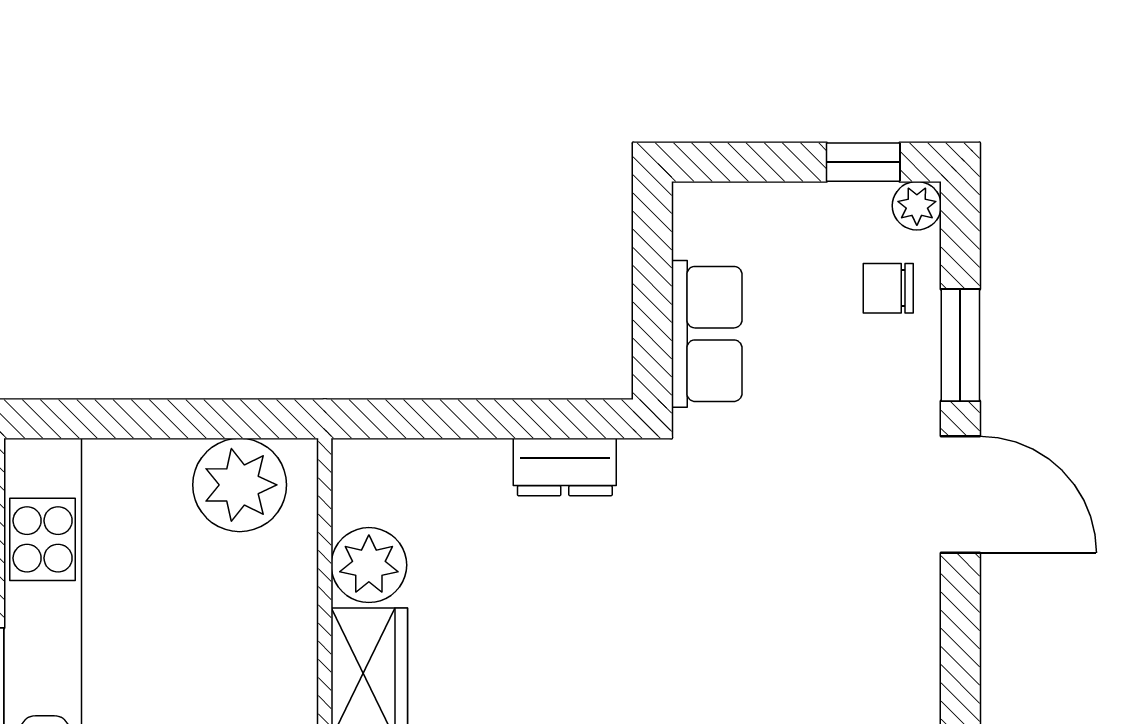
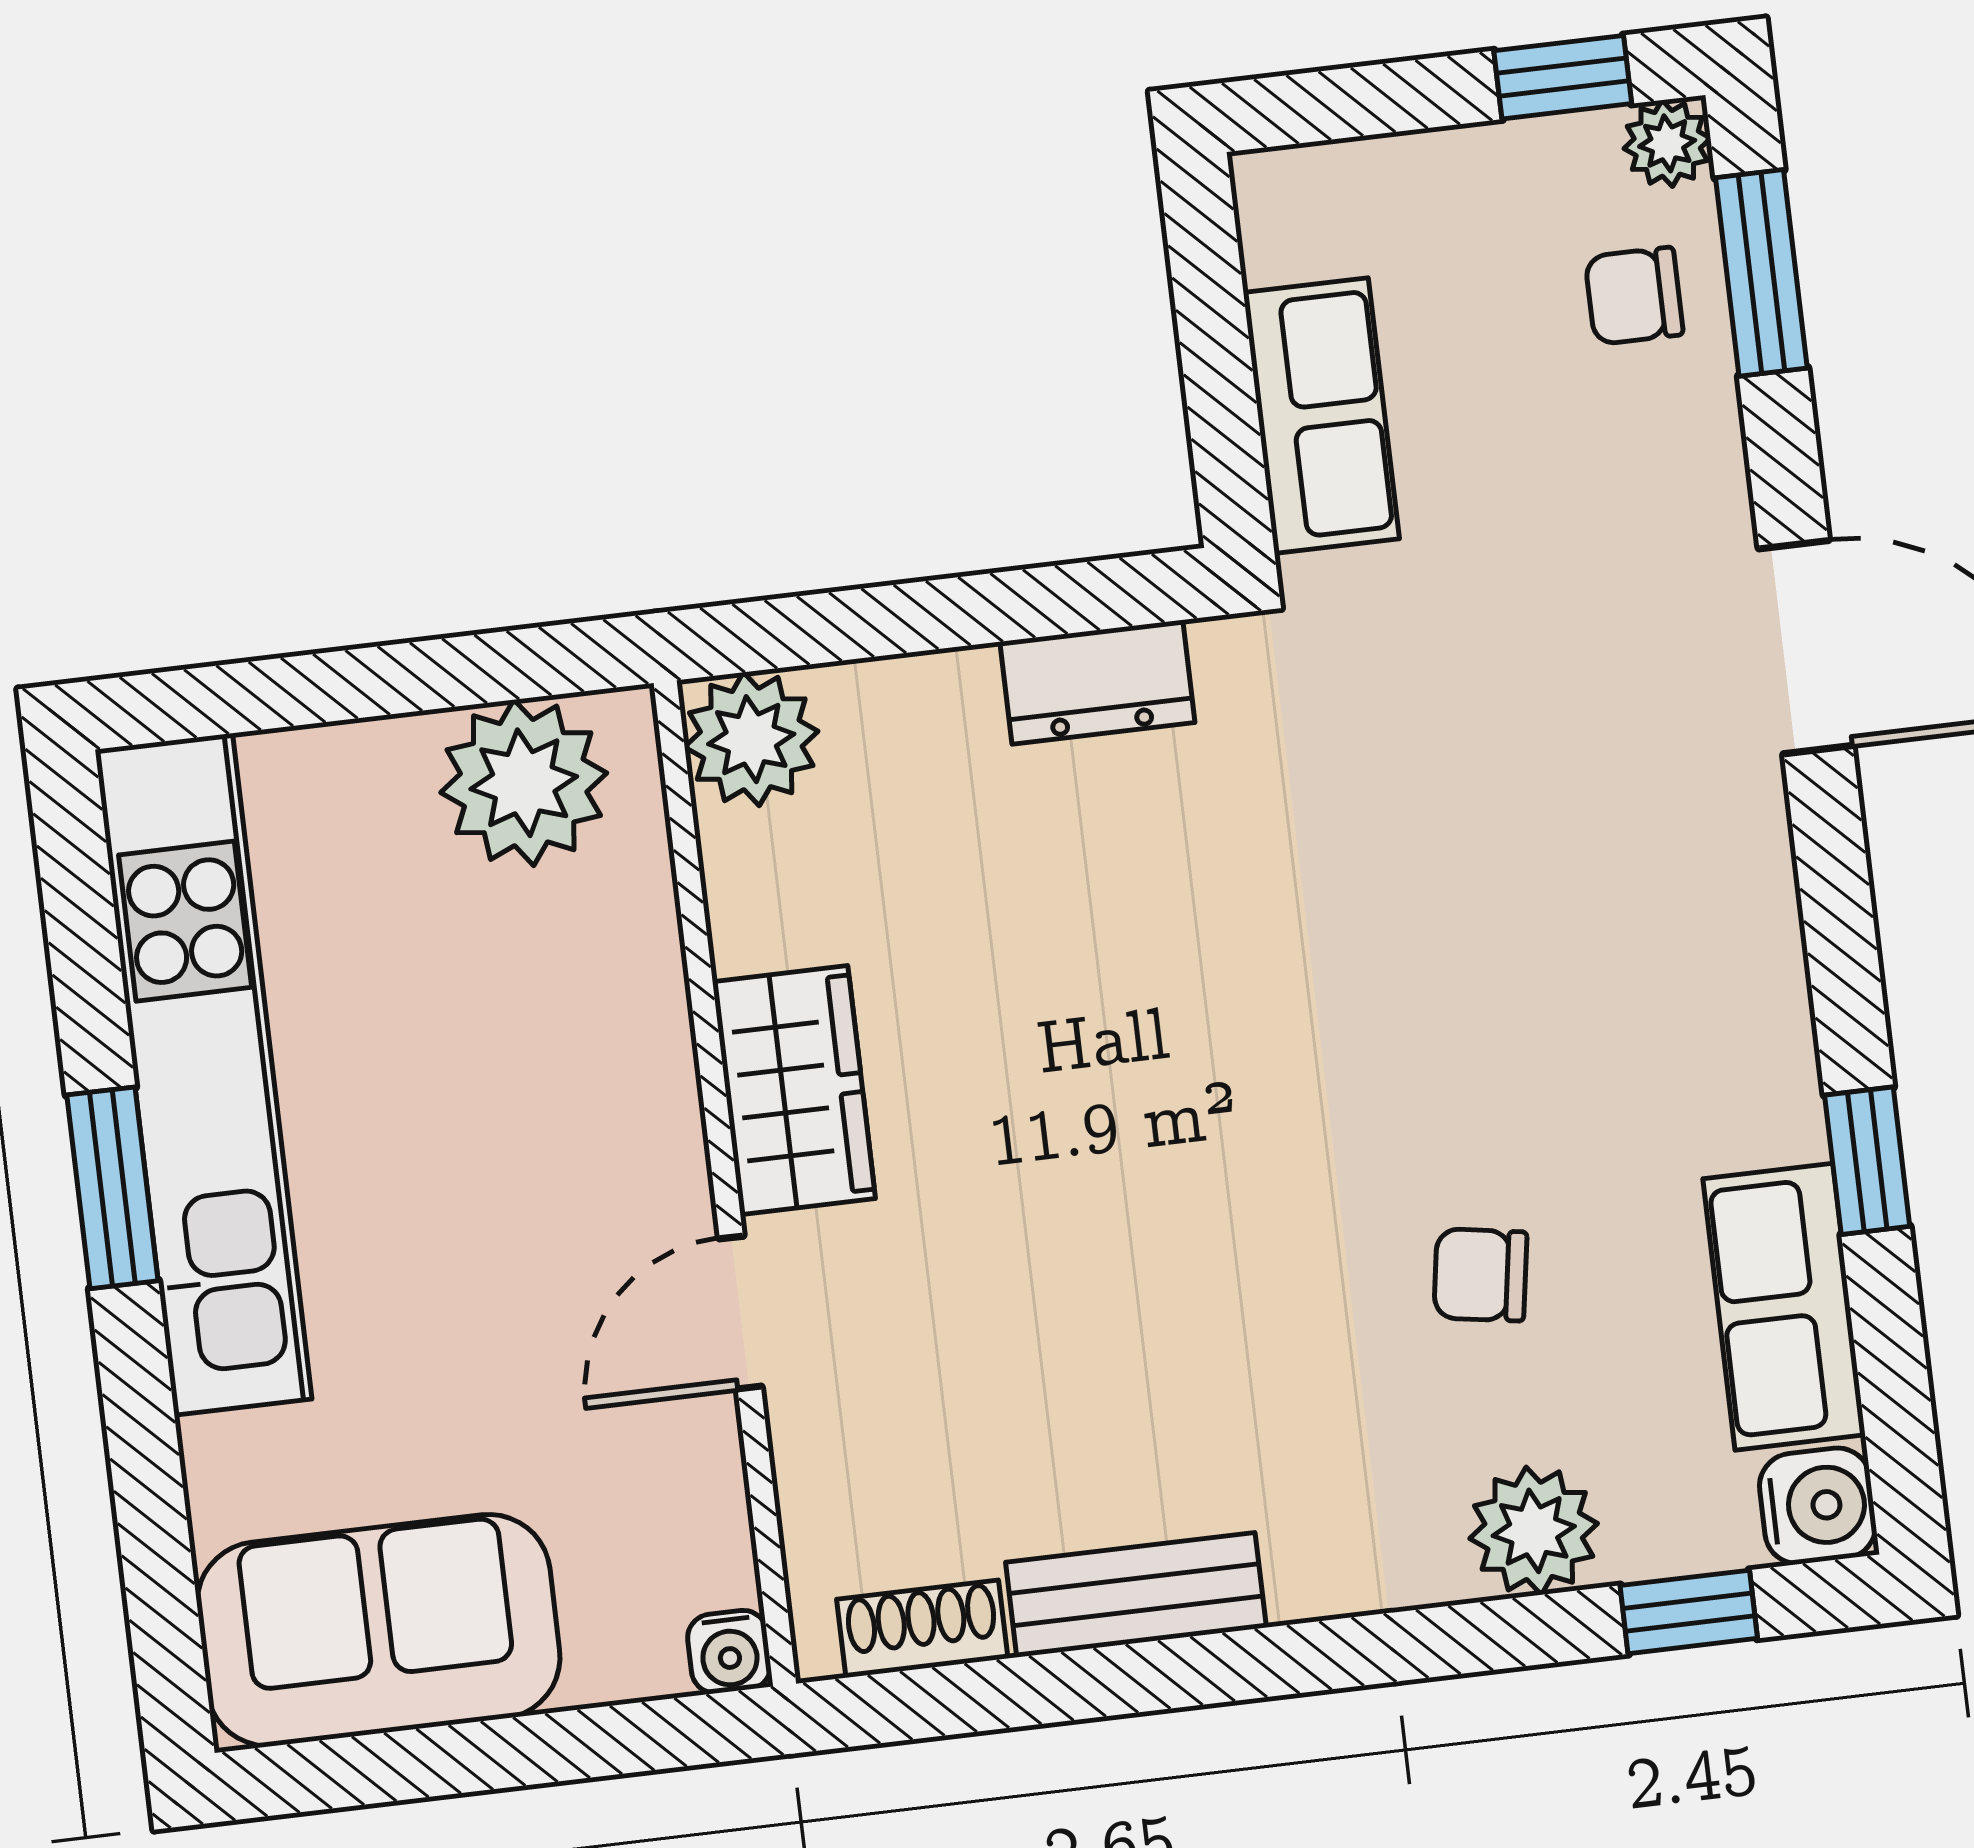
window: (960, 345) -> (1761, 273), moved
plant: (369, 565) -> (751, 739), moved

